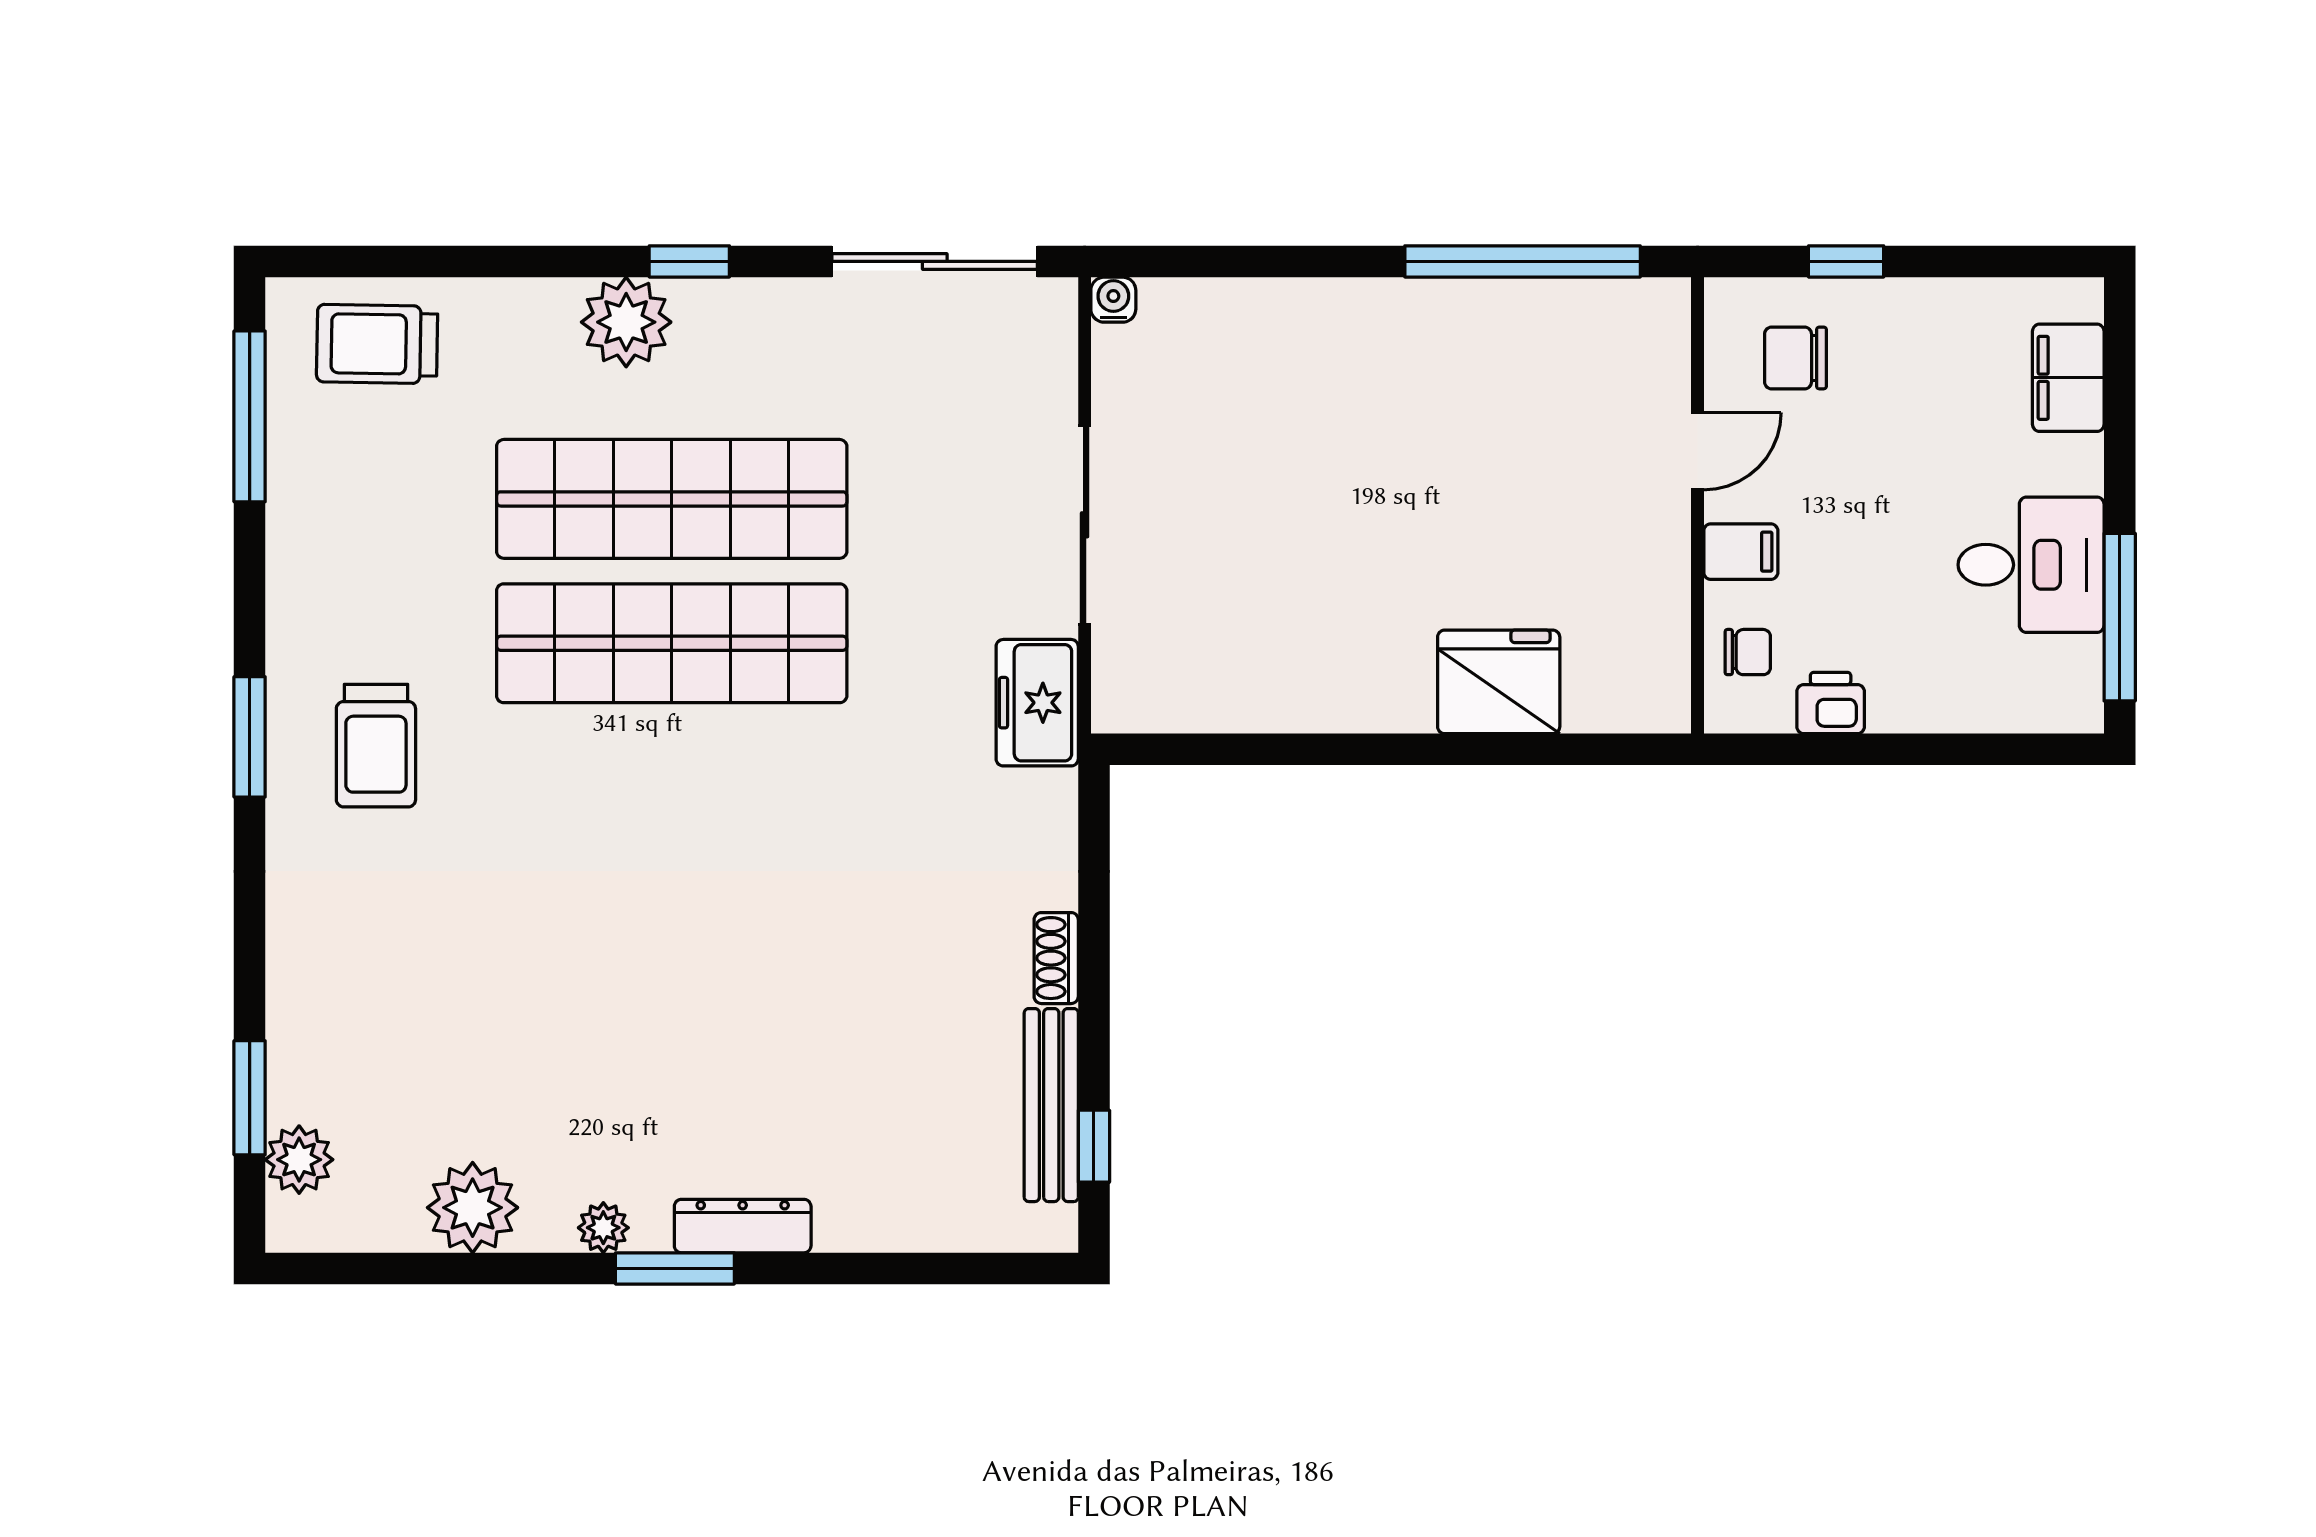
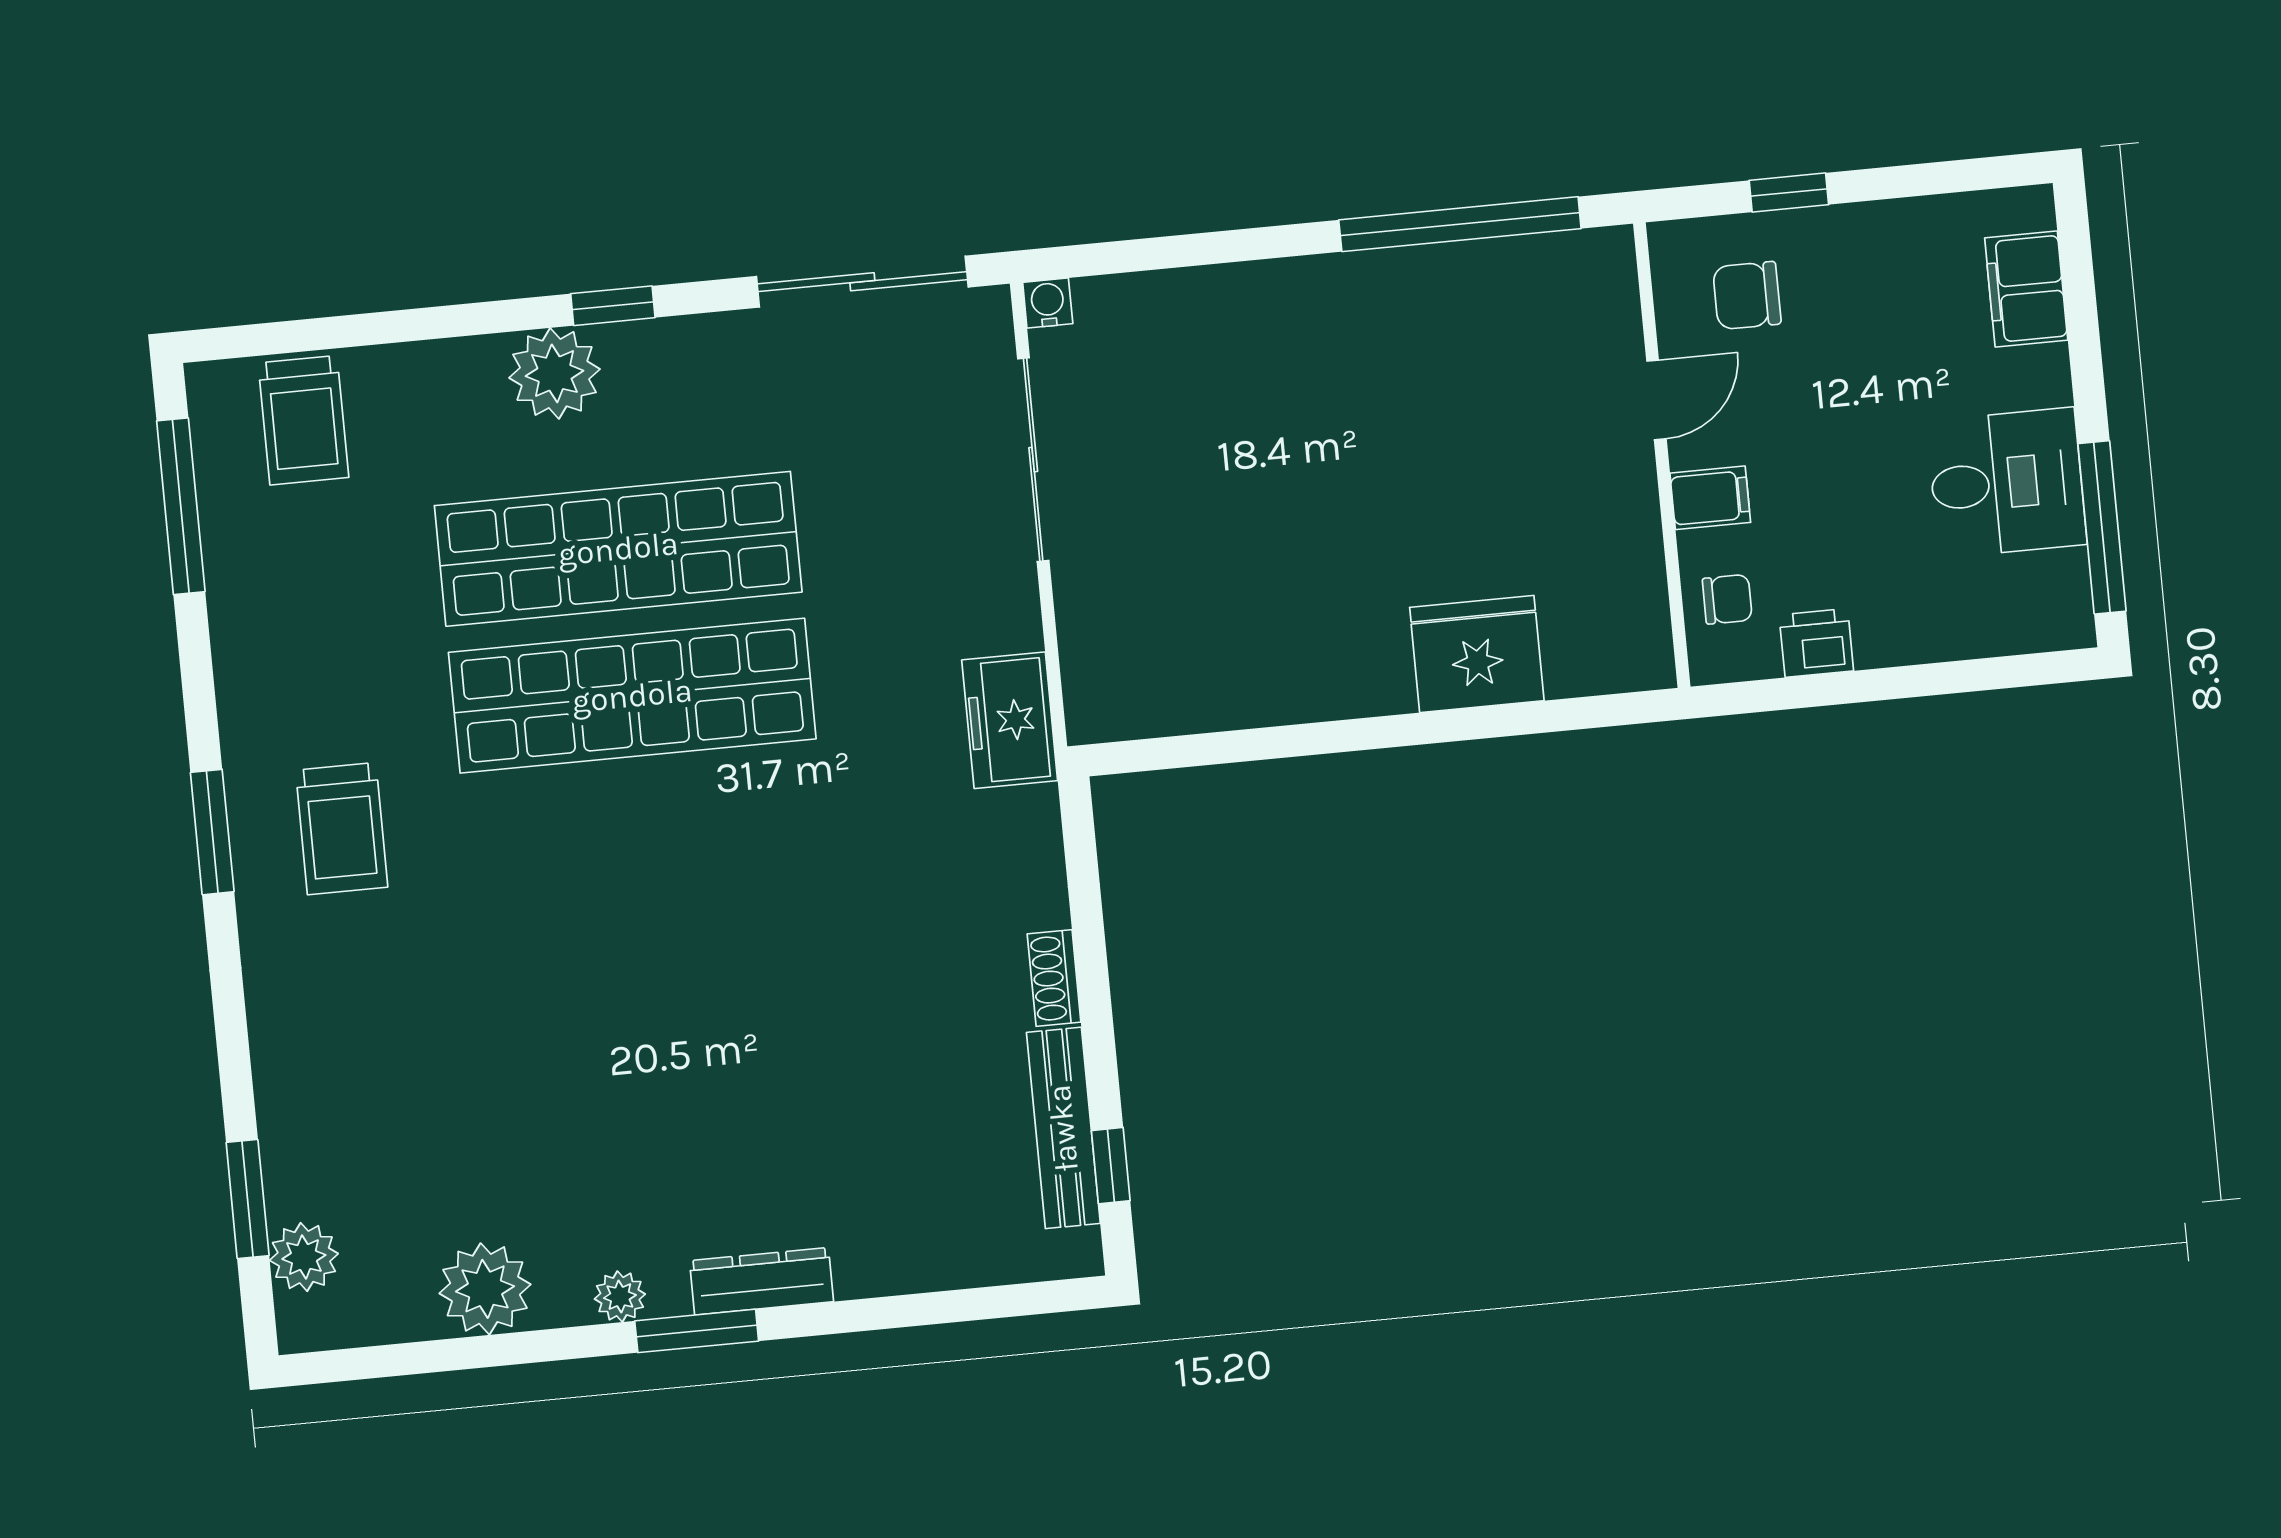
trolley: (377, 344) -> (303, 420), turned -91
sliding door: (1085, 525) -> (1033, 460), moved

